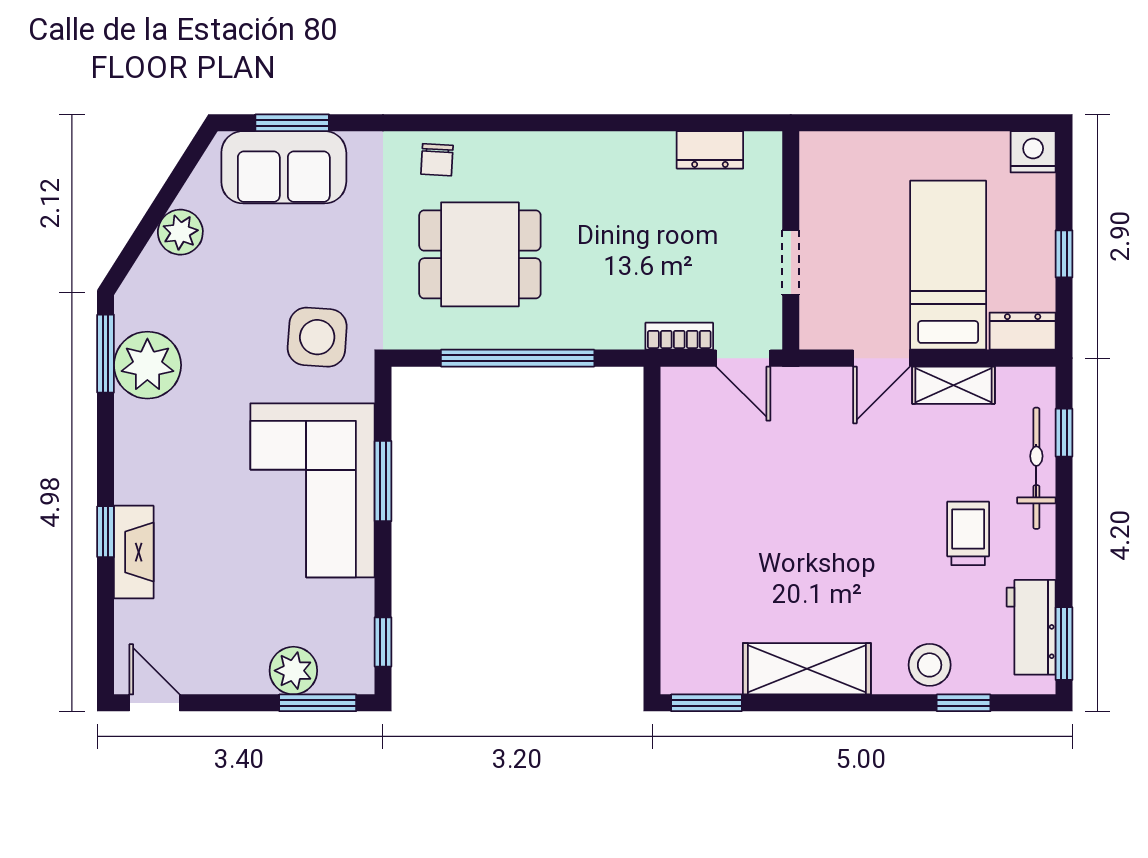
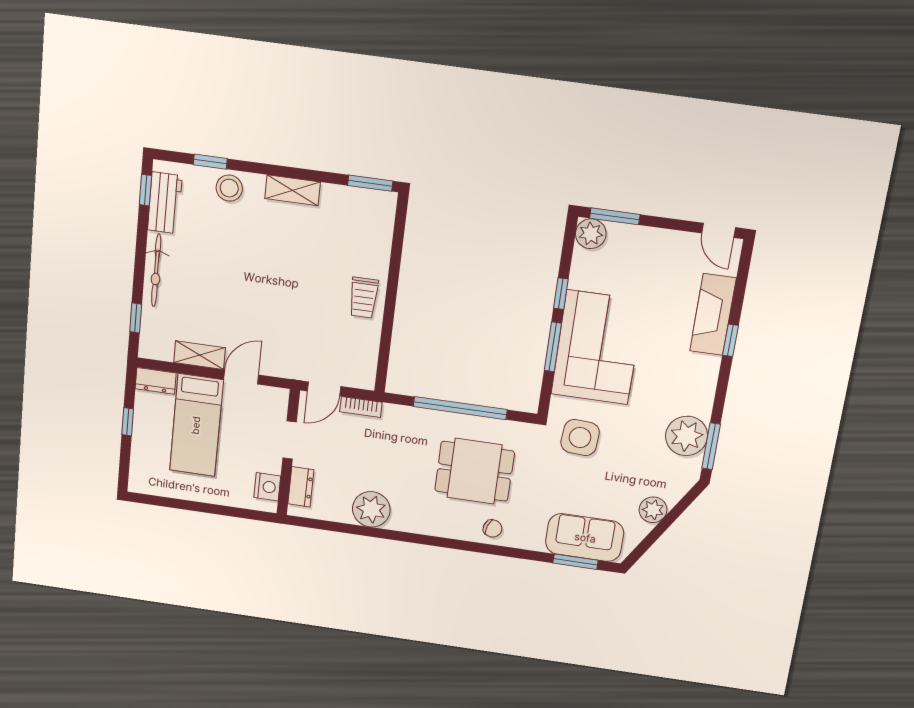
dresser: (710, 150) -> (301, 487), moved, turned 90
nightstand: (1033, 152) -> (267, 487), moved, turned -90
chair: (437, 160) -> (493, 528), turned 105
plant: (642, 163) -> (371, 509), added
door: (743, 358) -> (324, 389), swing flipped
bicycle: (1036, 468) -> (156, 270), moved
trolley: (968, 533) -> (364, 298), moved
fireplace: (134, 552) -> (713, 315), width x1.37, depth x1.32
window: (383, 642) -> (561, 294), moved
window: (1064, 644) -> (145, 190), width x0.67
shelving: (807, 669) -> (293, 190), width x0.67, depth x0.75
plant: (293, 671) -> (591, 234), moved

